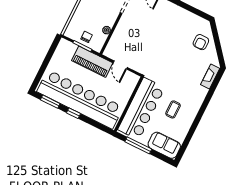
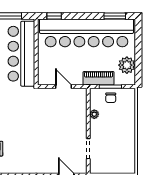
plant: (60, 57) -> (127, 65), added
piano: (92, 62) -> (99, 78), width x0.73, depth x0.75
window: (73, 113) -> (54, 16), moved

